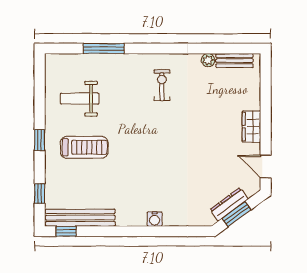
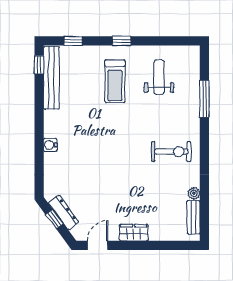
exercise bike: (162, 85) -> (171, 152), width x1.38, depth x1.39
window: (237, 214) -> (55, 219), width x0.67

